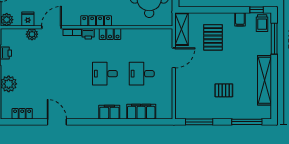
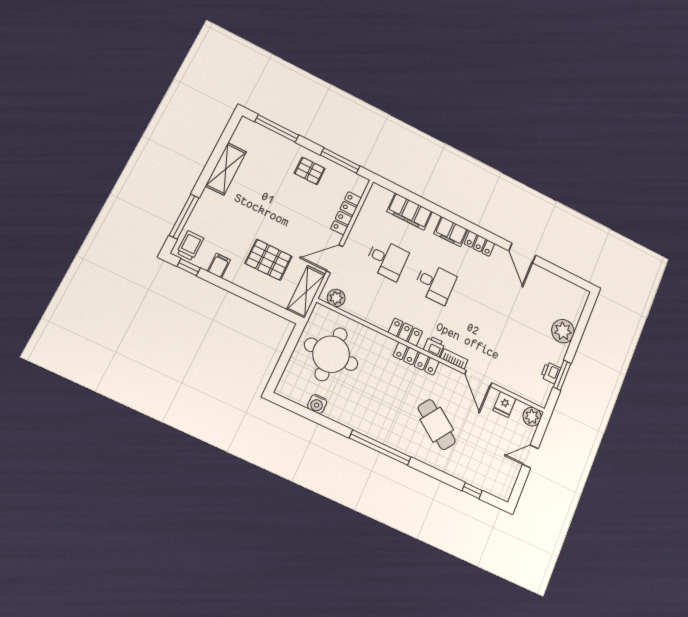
door: (51, 27) -> (478, 378), hinge flipped
plant: (32, 34) -> (336, 298), moved
pallet: (213, 37) -> (268, 260), turned 90
shelving: (265, 80) -> (226, 169), width x0.68
locker: (180, 90) -> (346, 213), added
pallet: (224, 90) -> (310, 171), moved
locker: (22, 114) -> (479, 244), moved

